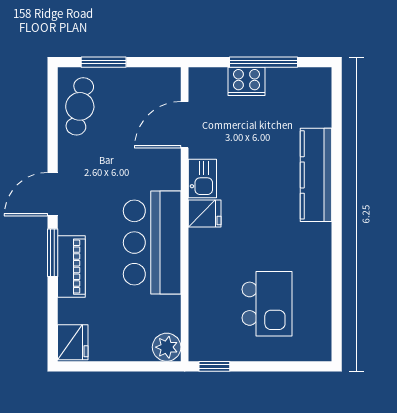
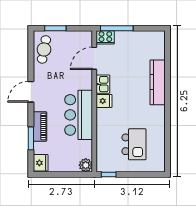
window: (264, 62) -> (117, 28), moved
cooker: (247, 81) -> (105, 37), moved
window: (53, 253) -> (31, 138), moved

